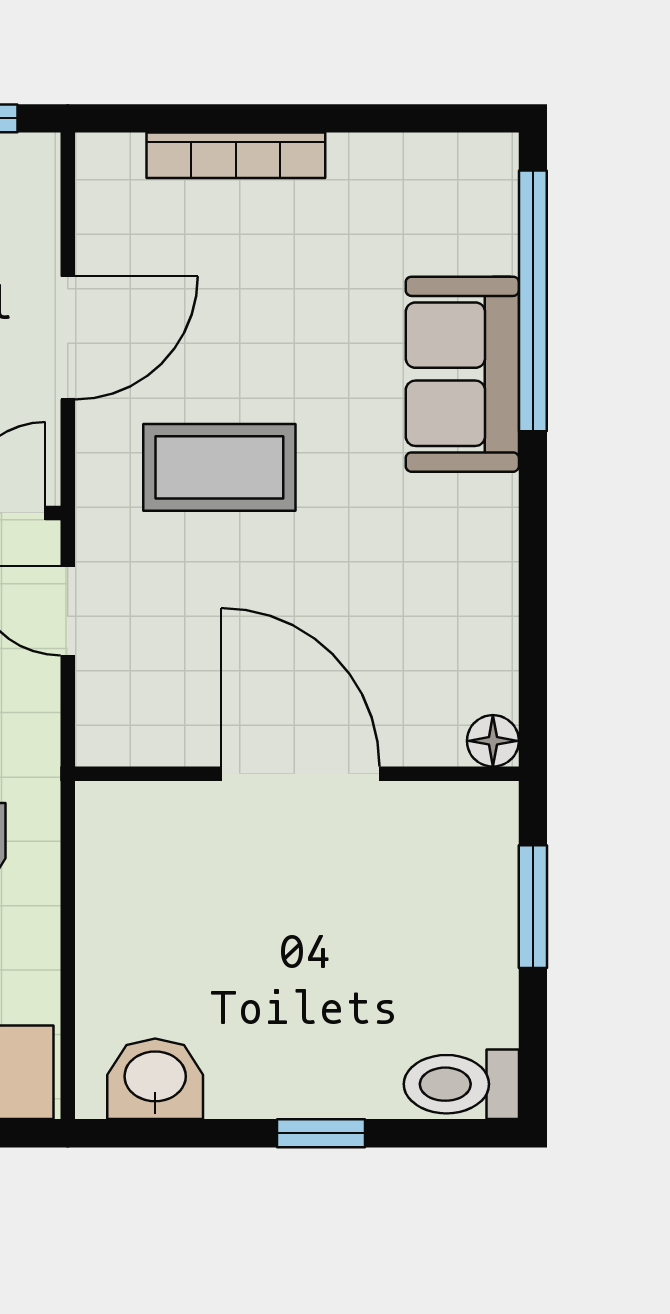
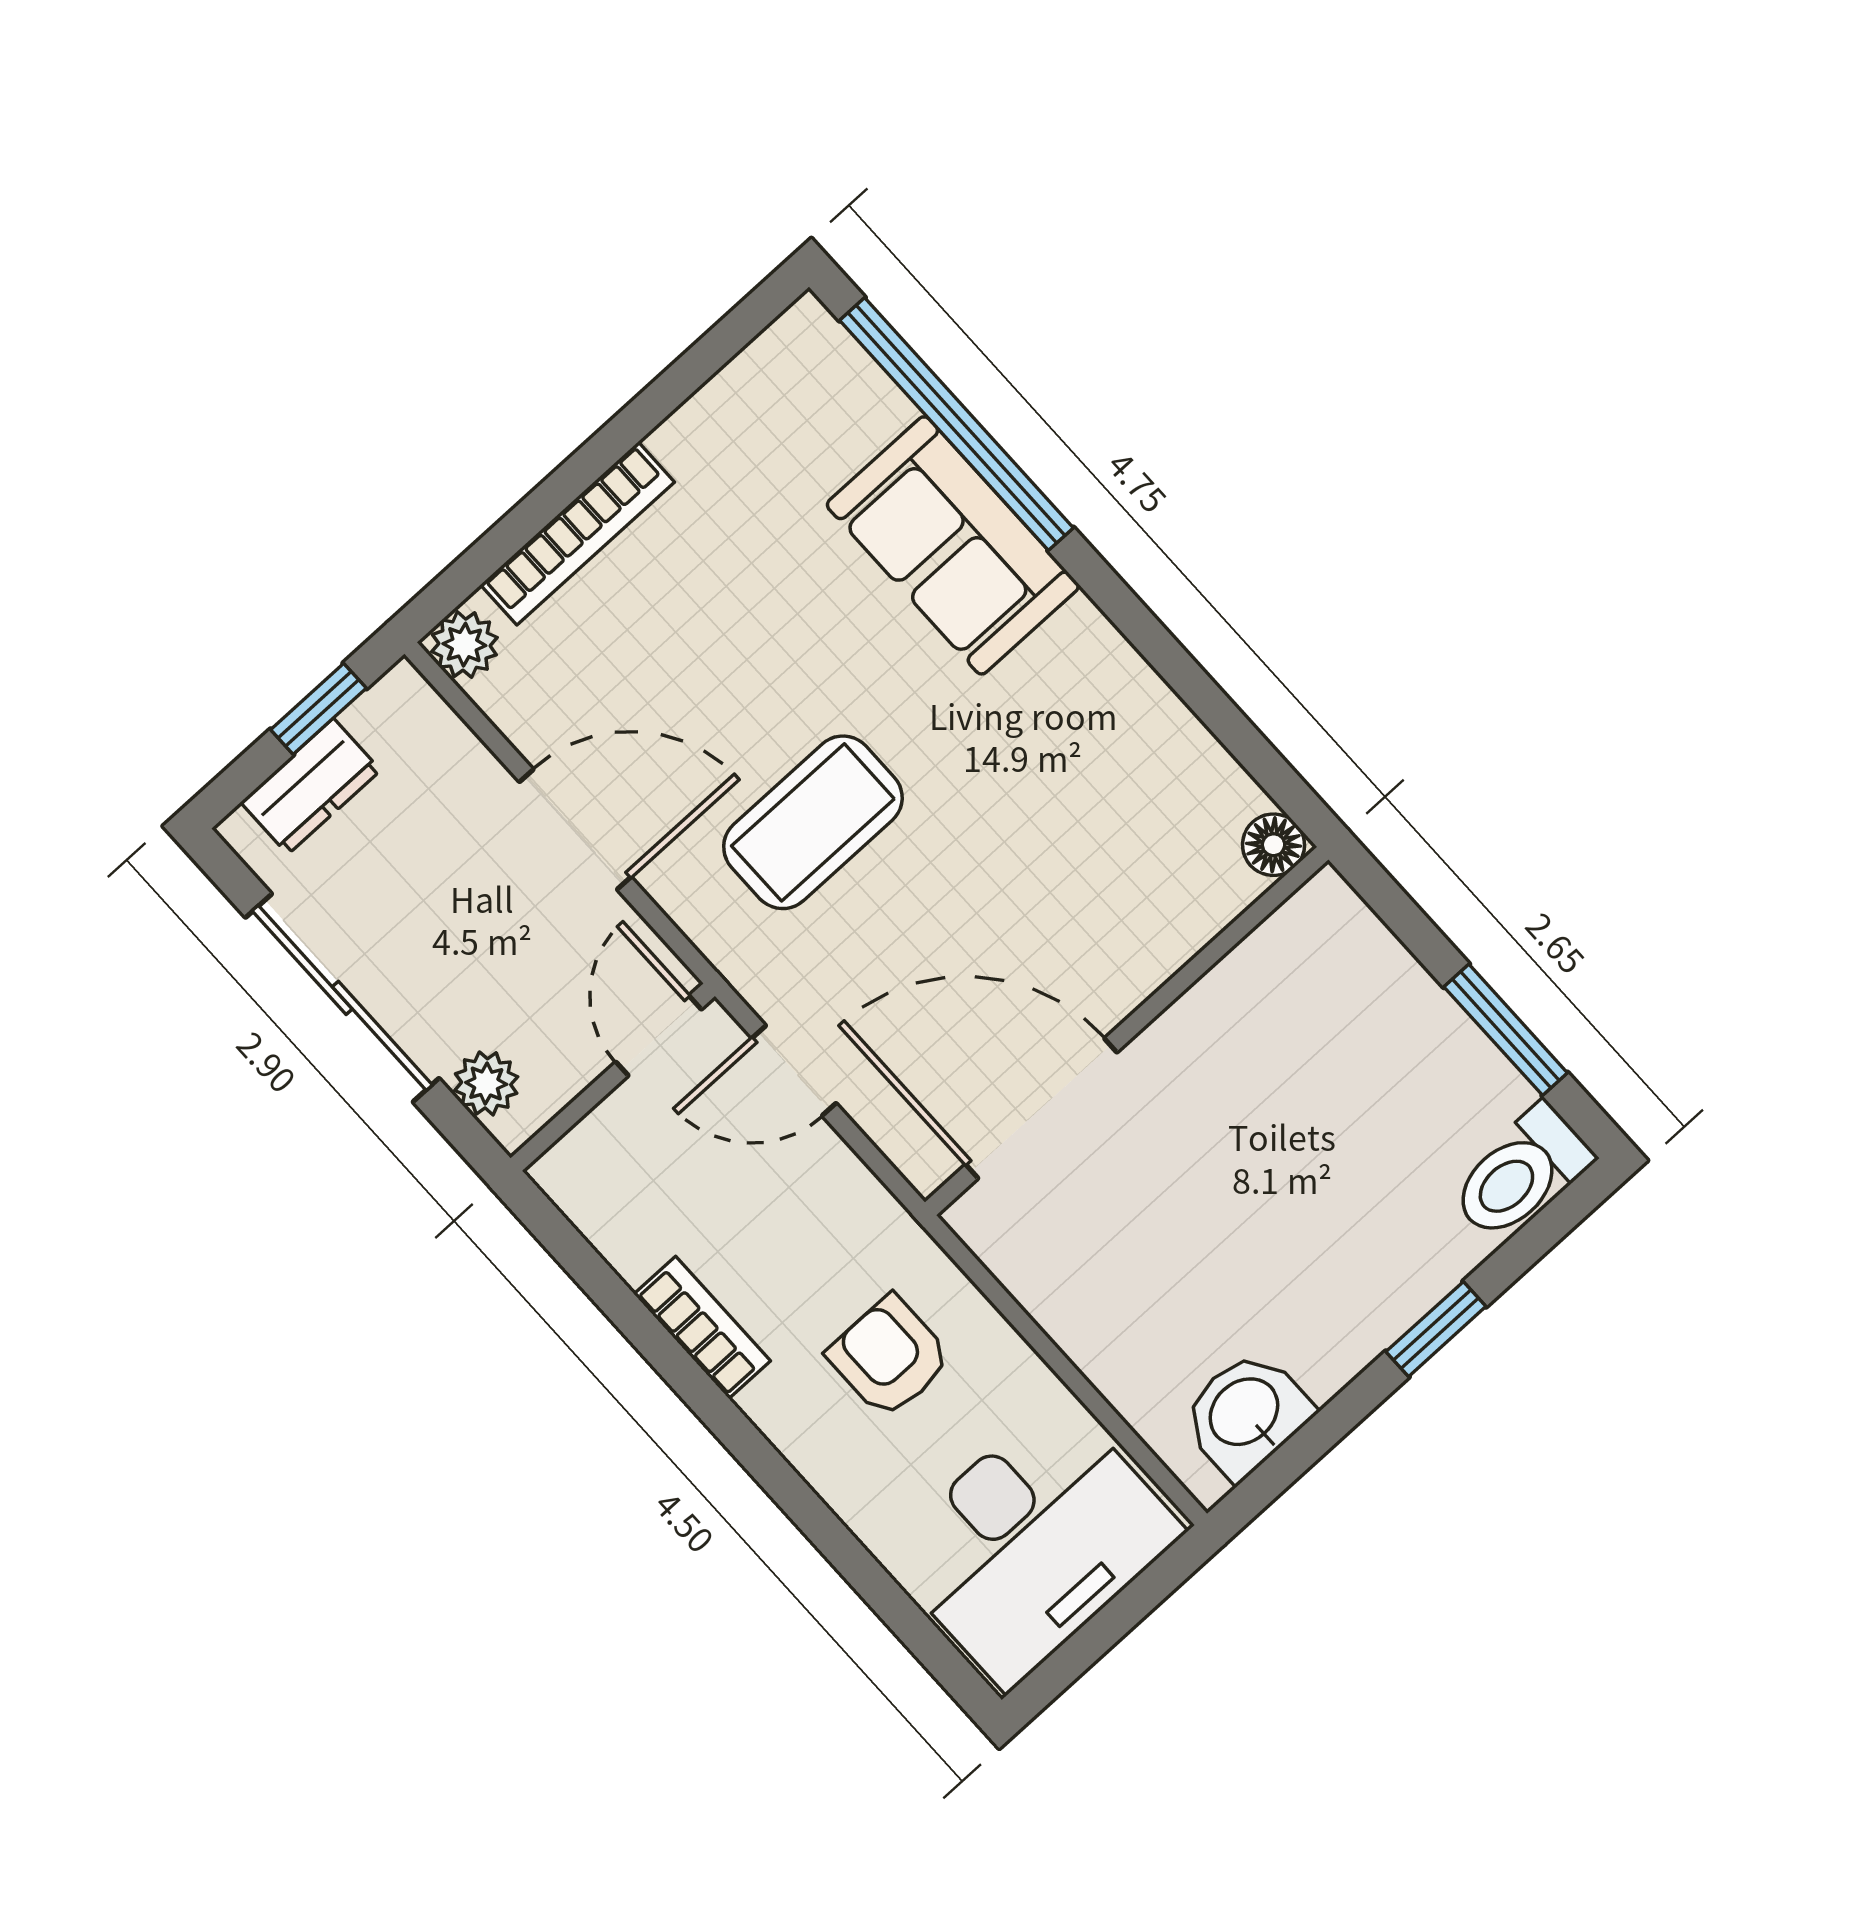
plant: (103, 161) -> (464, 645), added
door: (68, 338) -> (575, 829), hinge flipped
door: (300, 774) -> (1041, 1108), moved
window: (533, 907) -> (1506, 1030), moved

